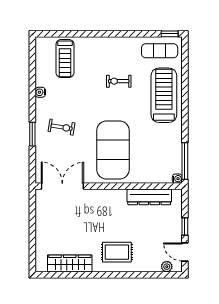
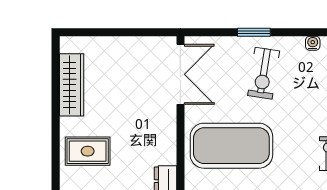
exercise bike: (62, 127) -> (264, 73), width x1.38, depth x1.39
rug: (117, 252) -> (88, 151), turned 90

